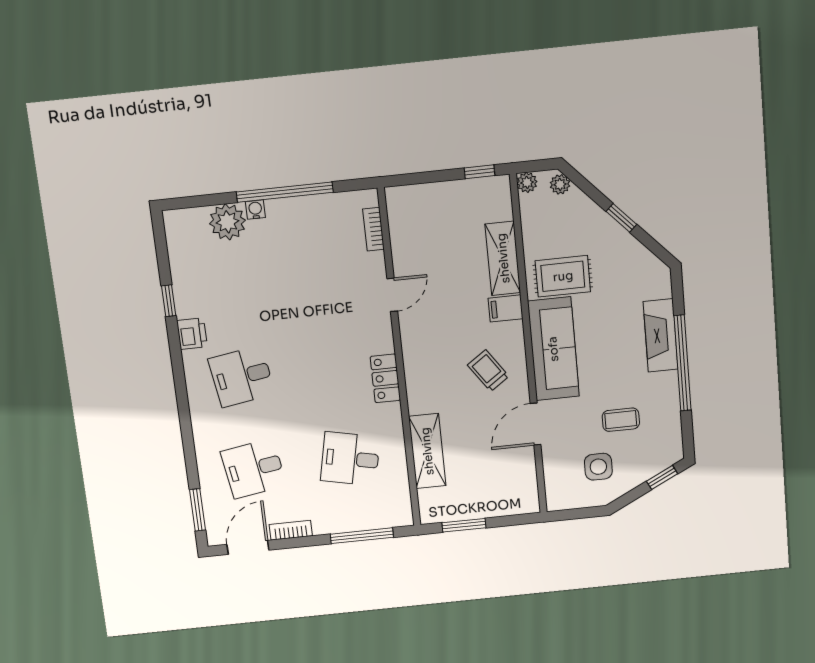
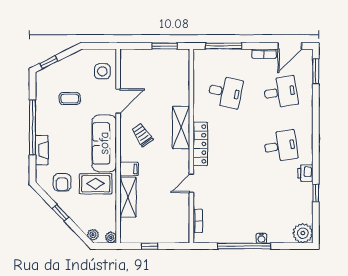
window: (480, 172) -> (150, 246), moved
plant: (227, 222) -> (303, 233), moved
armchair: (623, 273) -> (62, 182), added
fireplace: (661, 335) -> (42, 150), width x0.73, depth x0.76
trolley: (488, 371) -> (142, 135), turned 180
locker: (385, 378) -> (200, 144), width x1.53
shelving: (427, 451) -> (181, 128), moved
side table: (598, 467) -> (102, 71), moved

